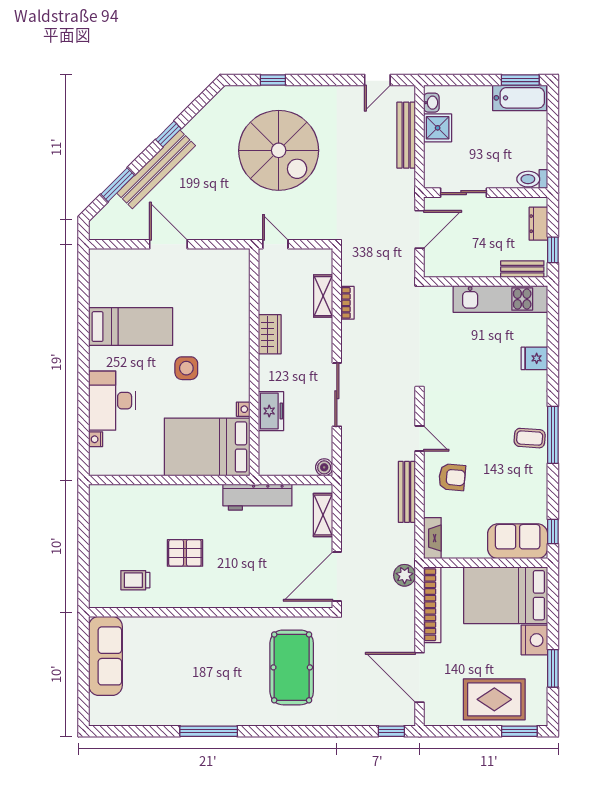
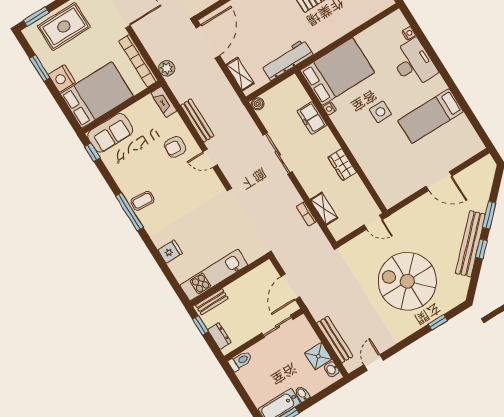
bidet: (484, 95) -> (302, 394), added
bench: (156, 169) -> (470, 244), moved
window: (118, 185) -> (489, 215), moved

